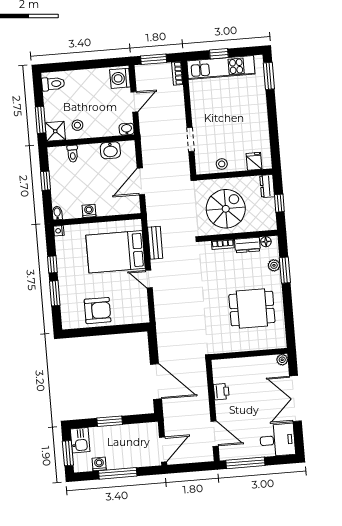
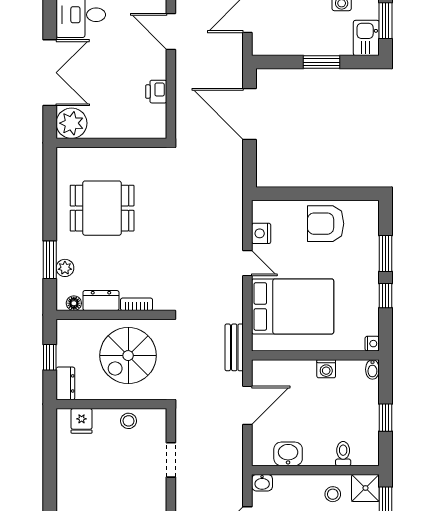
bench: (155, 243) -> (234, 347), moved
nightstand: (141, 300) -> (261, 233), added
plant: (282, 360) -> (72, 123), width x1.87, depth x1.87

